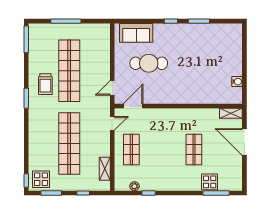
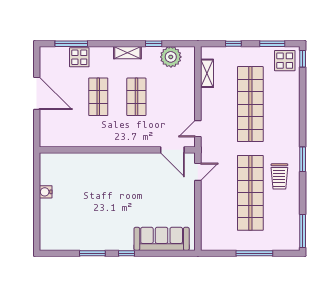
sofa: (136, 33) -> (162, 239), width x1.36
cafe table: (149, 63) -> (153, 202), removed
water cooler: (237, 82) -> (46, 192), moved
trolley: (45, 84) -> (279, 176), turned 180
door: (133, 106) -> (172, 150), hinge flipped
shelving: (231, 113) -> (127, 53), moved
door: (244, 142) -> (37, 93), moved
shop shelf: (131, 150) -> (136, 97), moved
plant: (134, 186) -> (171, 57), width x1.88, depth x1.88

